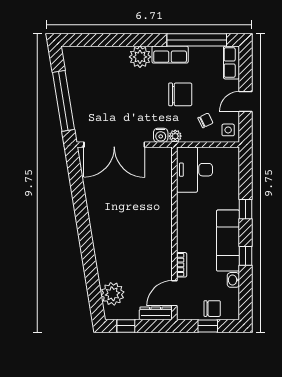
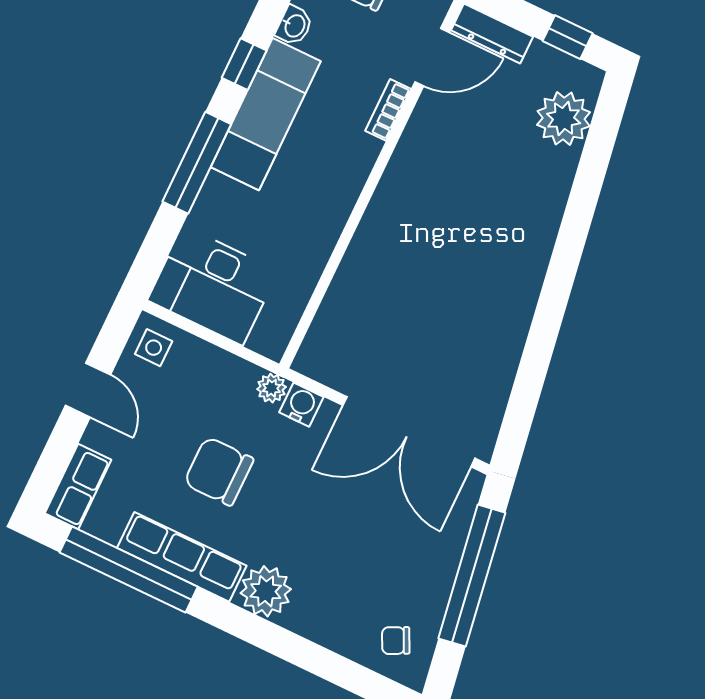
row of seats: (170, 55) -> (182, 557), width x1.48
door: (246, 102) -> (88, 390), hinge flipped
chair: (205, 120) -> (396, 641), moved
double door: (114, 145) -> (409, 432), swing flipped
desk: (195, 170) -> (213, 286), moved, turned 90
window: (246, 209) -> (197, 163), width x2.17

